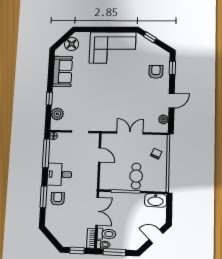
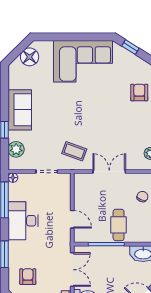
sofa: (63, 71) -> (20, 110), moved
coffee table: (103, 116) -> (74, 151), added
door: (100, 155) -> (72, 219), moved
desk: (59, 174) -> (23, 221), width x1.37
armchair: (58, 199) -> (28, 277), moved

